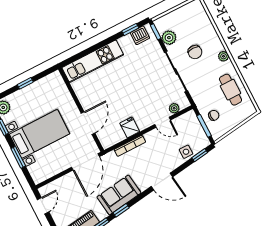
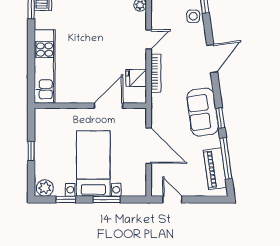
door: (163, 122) -> (149, 39), moved
door: (88, 123) -> (109, 106), hinge flipped
fridge: (130, 127) -> (136, 78), moved
door: (85, 162) -> (149, 146), moved

